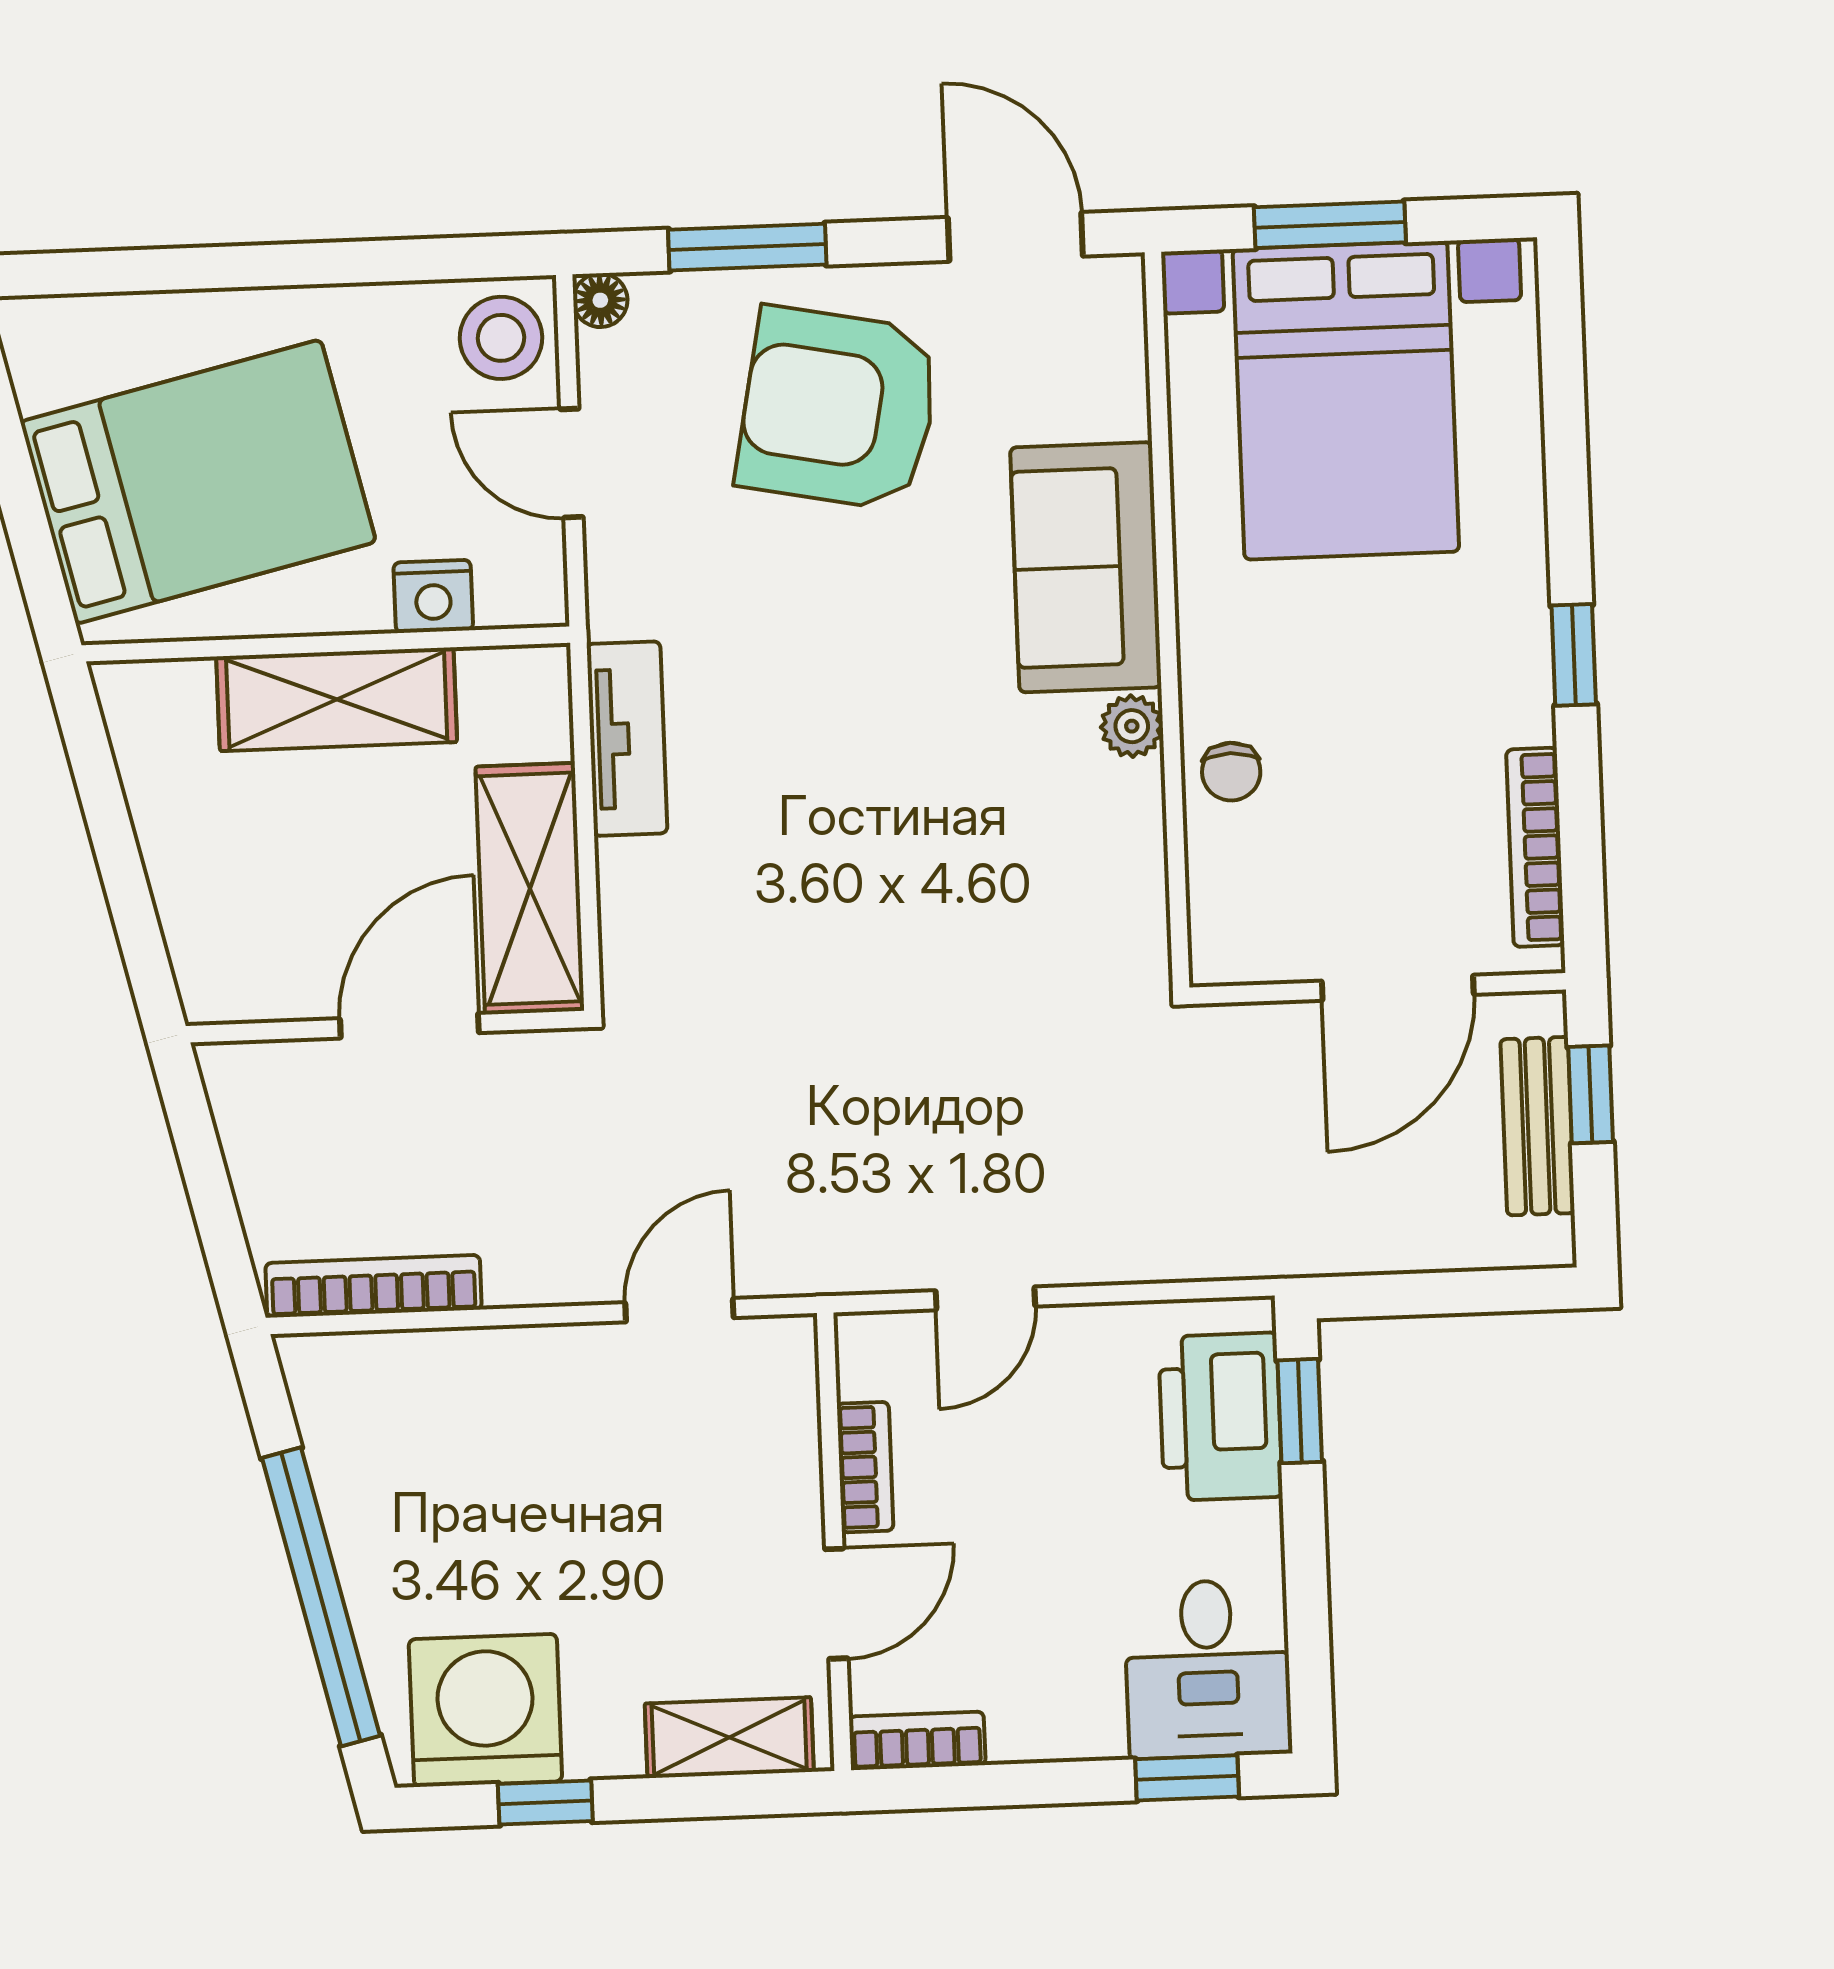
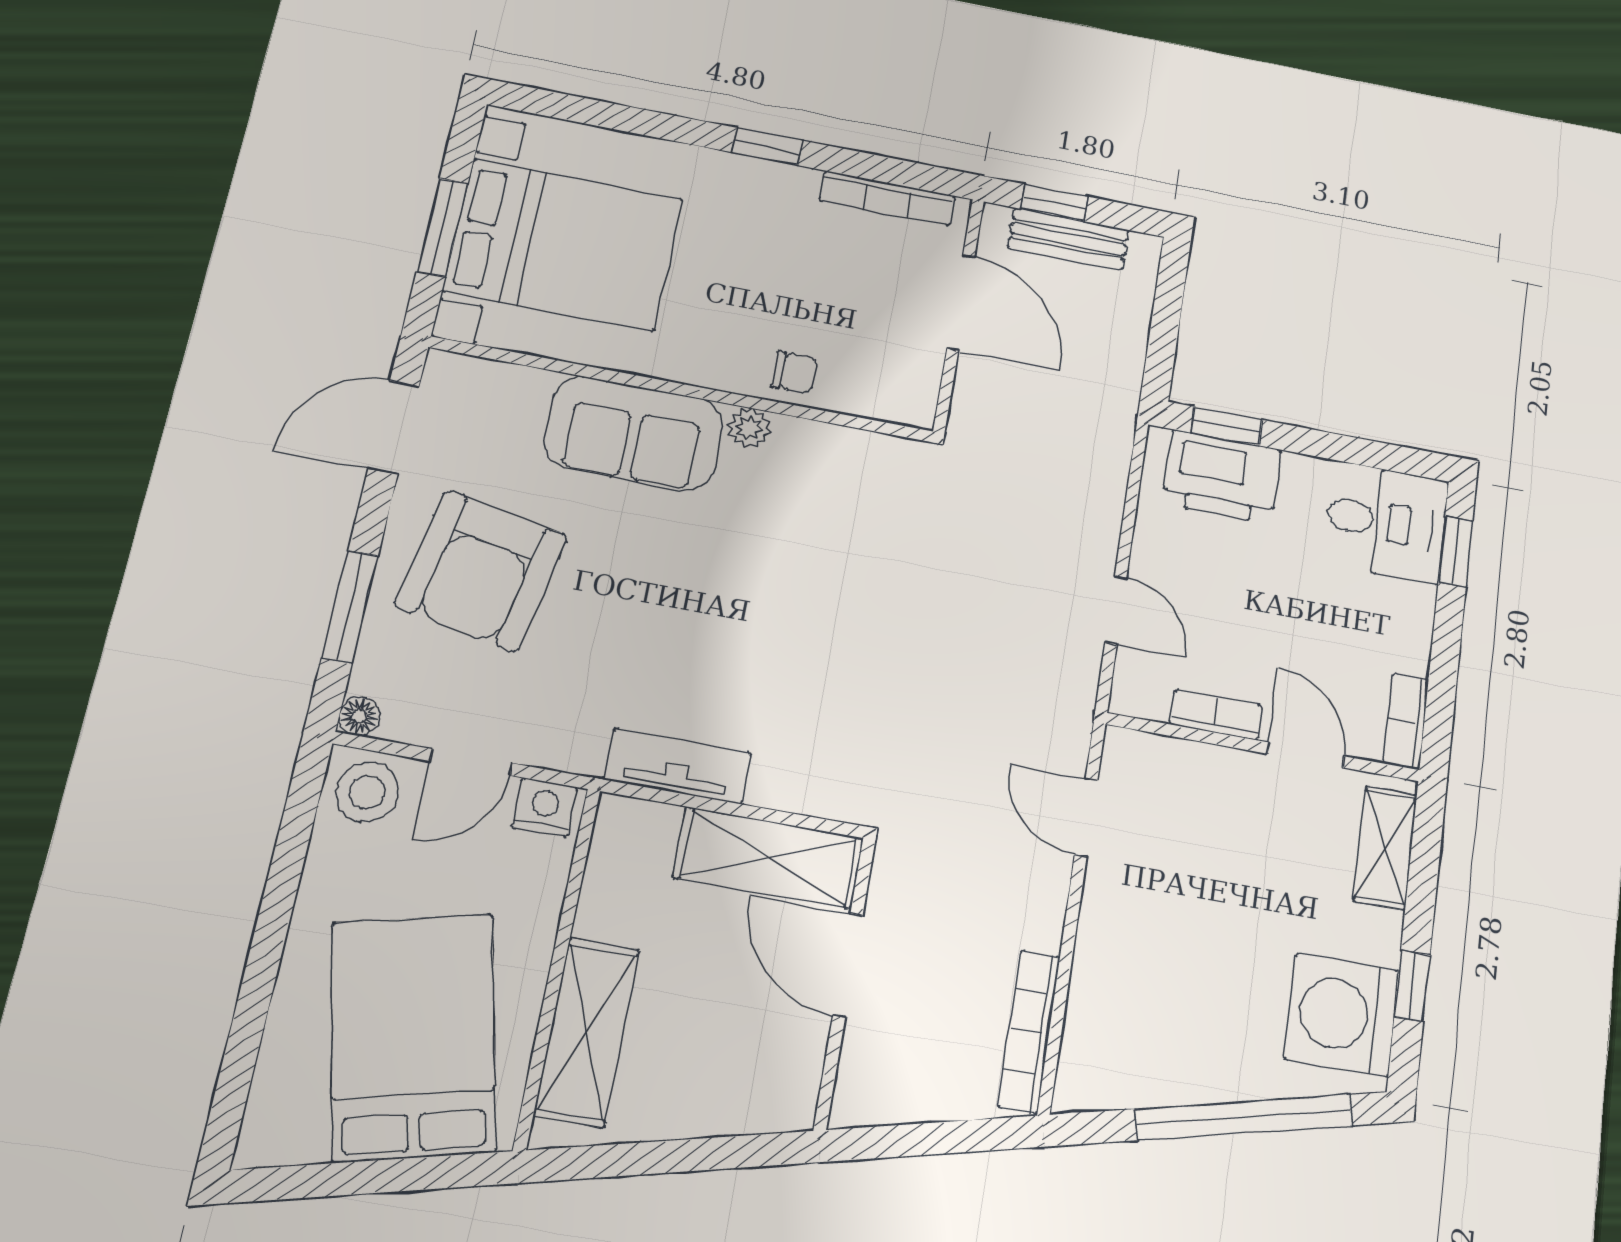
nightstand: (433, 596) -> (545, 807), moved, turned -90
shelving: (337, 699) -> (587, 1032), moved

